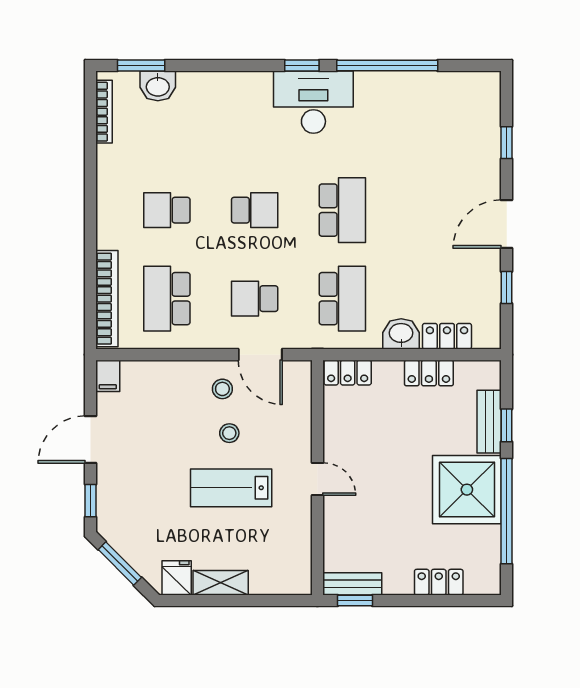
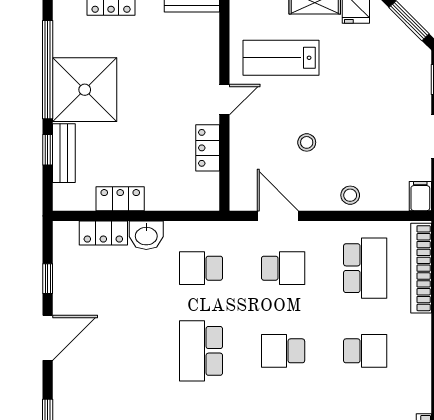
school desk: (342, 299) -> (201, 268), width x0.54
locker: (348, 373) -> (208, 148), moved, turned -90
stool: (222, 389) -> (350, 195), moved
door: (317, 479) -> (224, 100), swing flipped
lab bench: (231, 488) -> (281, 58), moved, turned 180

